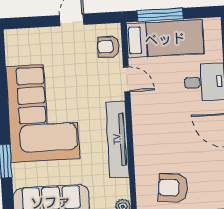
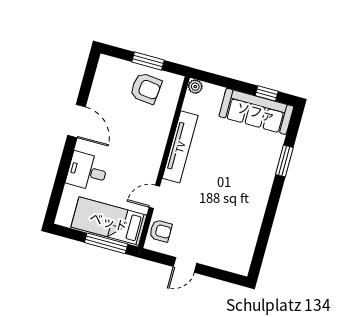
door: (127, 79) -> (154, 197), hinge flipped
corner sofa: (43, 113) -> (238, 192), removed

